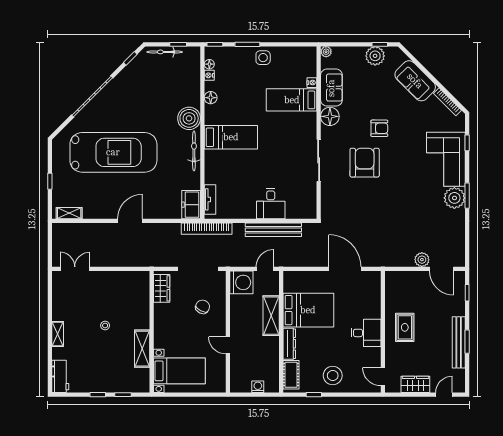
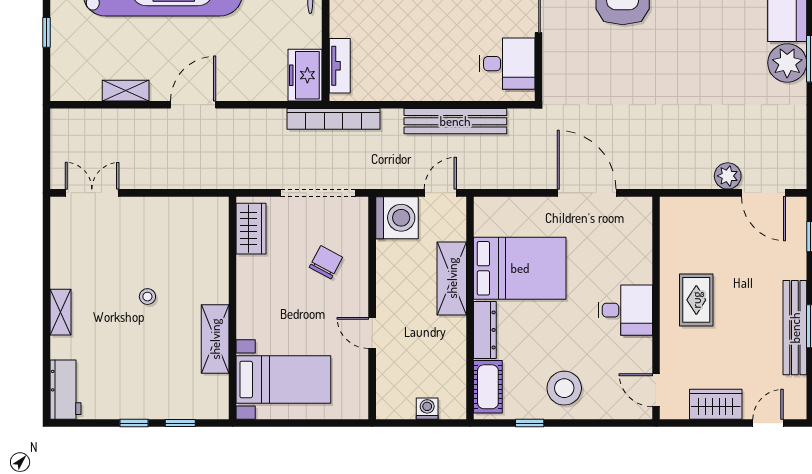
desk: (271, 204) -> (507, 64), moved, turned -90
shelving: (69, 213) -> (126, 91), moved

